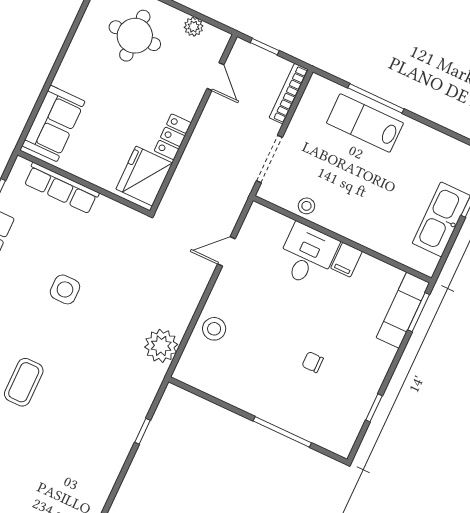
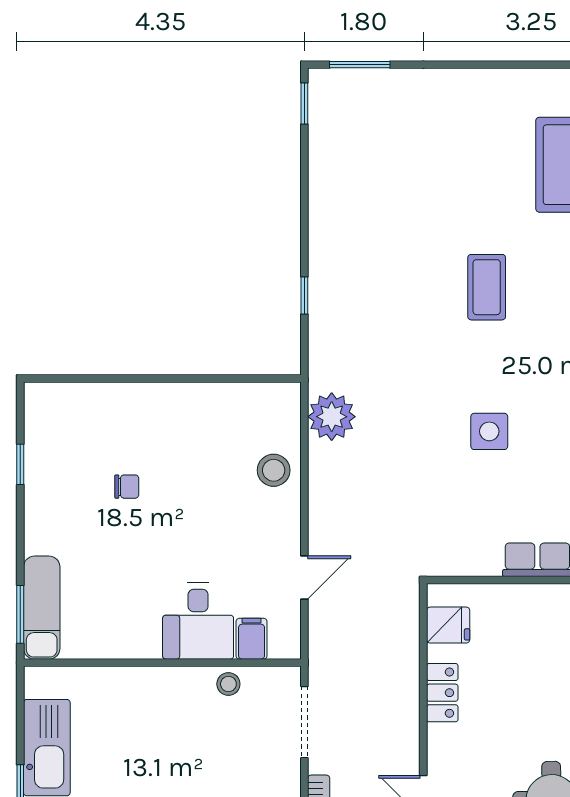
fridge: (144, 176) -> (448, 625), width x0.53, depth x0.75
filing cabinet: (346, 260) -> (252, 639), moved
window: (282, 432) -> (124, 378), removed

